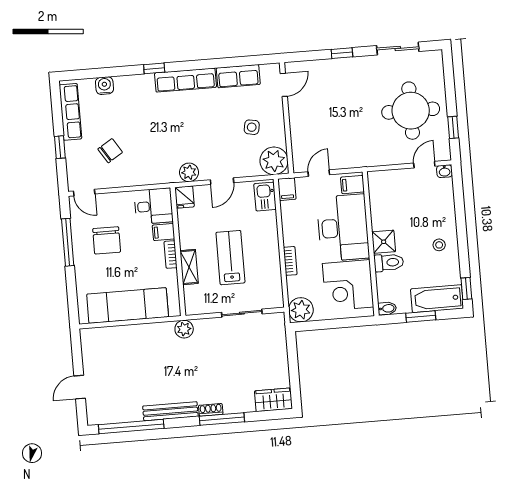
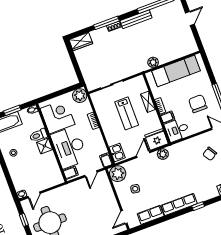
fridge: (185, 197) -> (156, 139), width x1.88, depth x1.34
plant: (184, 329) -> (153, 62), moved

